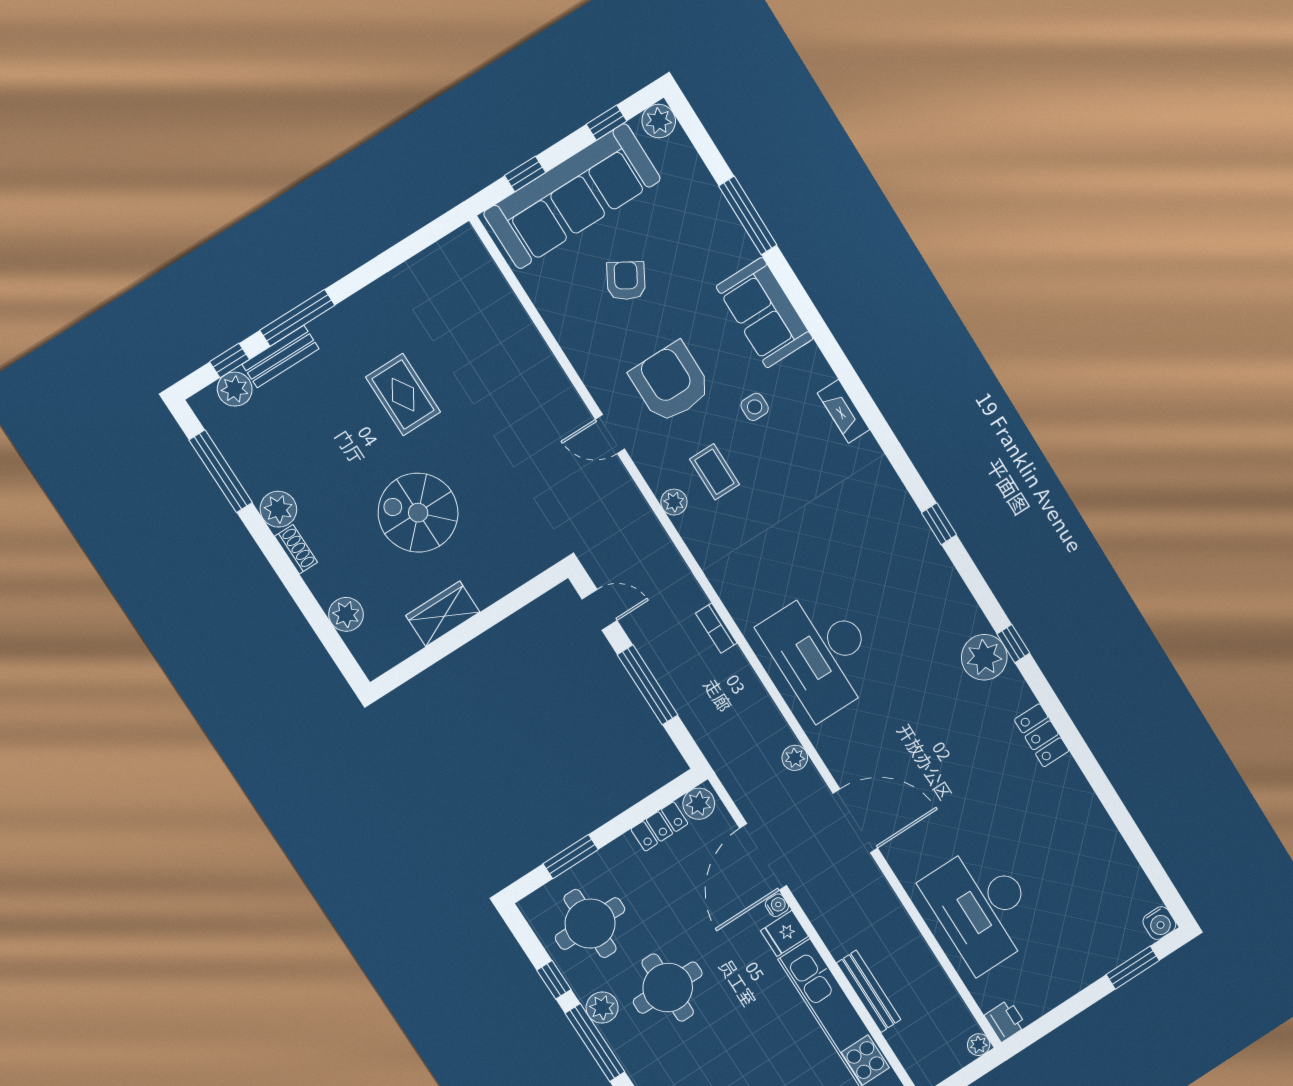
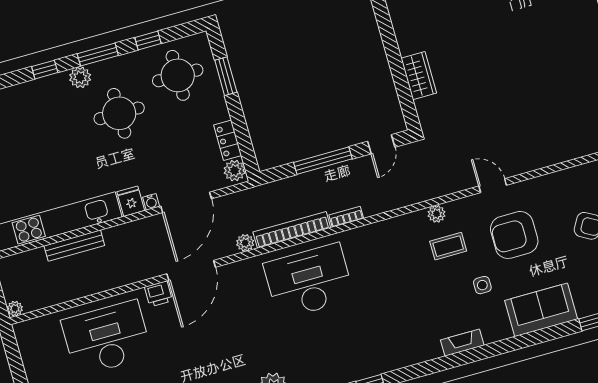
armchair: (671, 383) -> (514, 235), turned 180
rug: (403, 395) -> (557, 60), removed
door: (610, 434) -> (493, 186), hinge flipped
spiral stairs: (418, 513) -> (479, 47), removed
wardrobe: (443, 614) -> (419, 76), moved
bookcase: (757, 699) -> (292, 230), added
door: (763, 857) -> (186, 202), swing flipped
plant: (602, 1008) -> (80, 77), moved
printer: (1005, 1021) -> (158, 294), moved
window: (595, 1043) -> (98, 55), width x0.69

